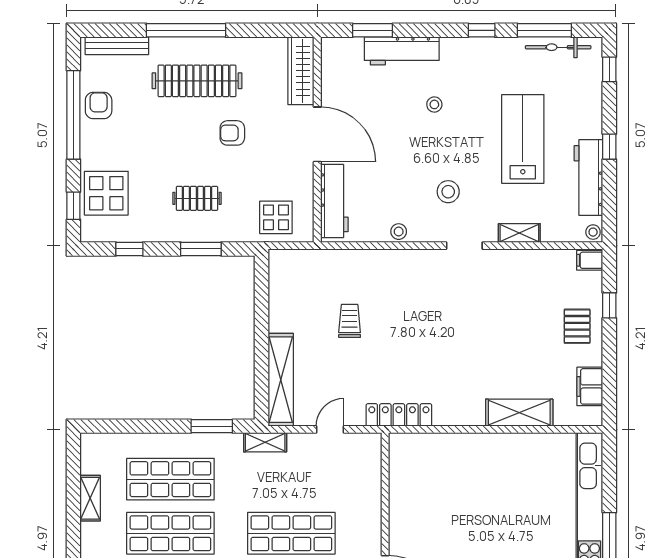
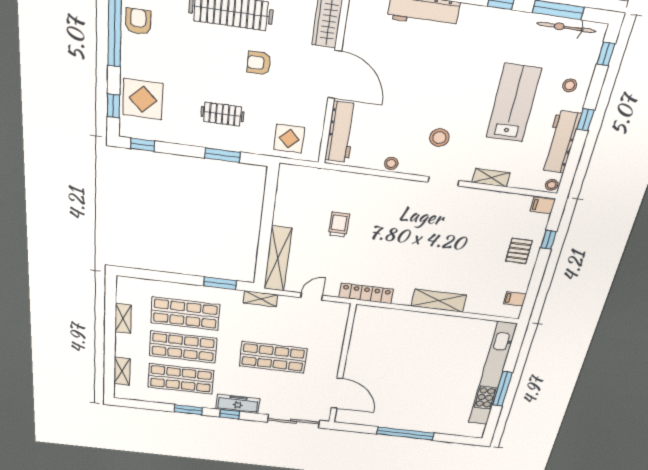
stool: (434, 104) -> (570, 85), moved
window: (129, 249) -> (143, 145), moved
filing cabinet: (590, 386) -> (515, 299), width x0.50
shelving: (519, 413) -> (439, 301), moved

